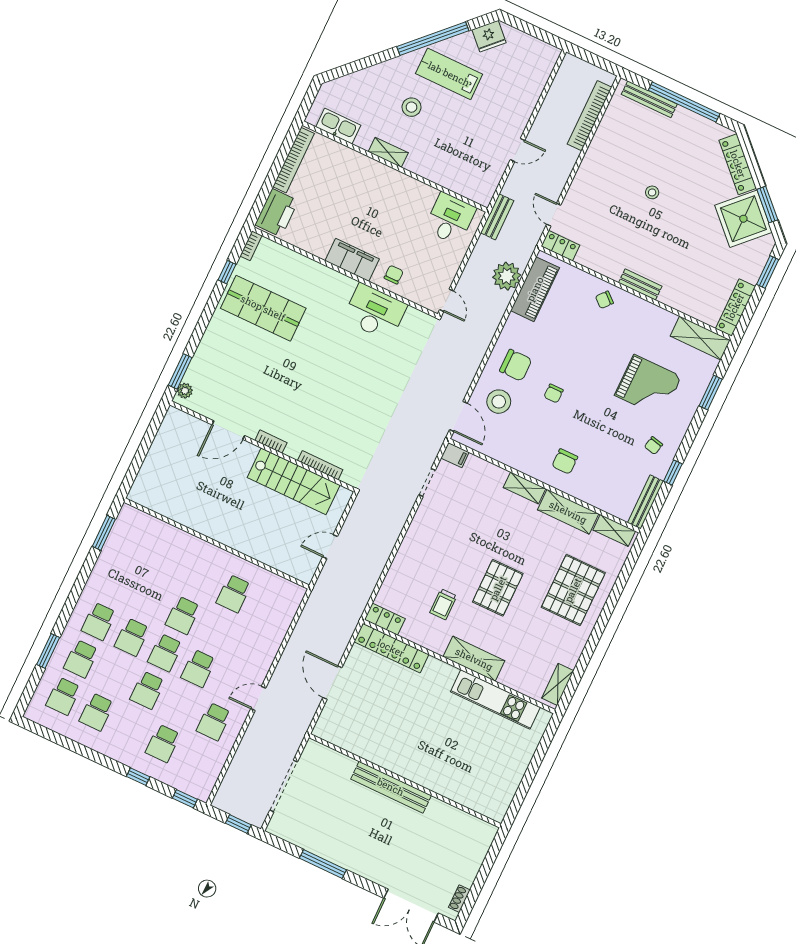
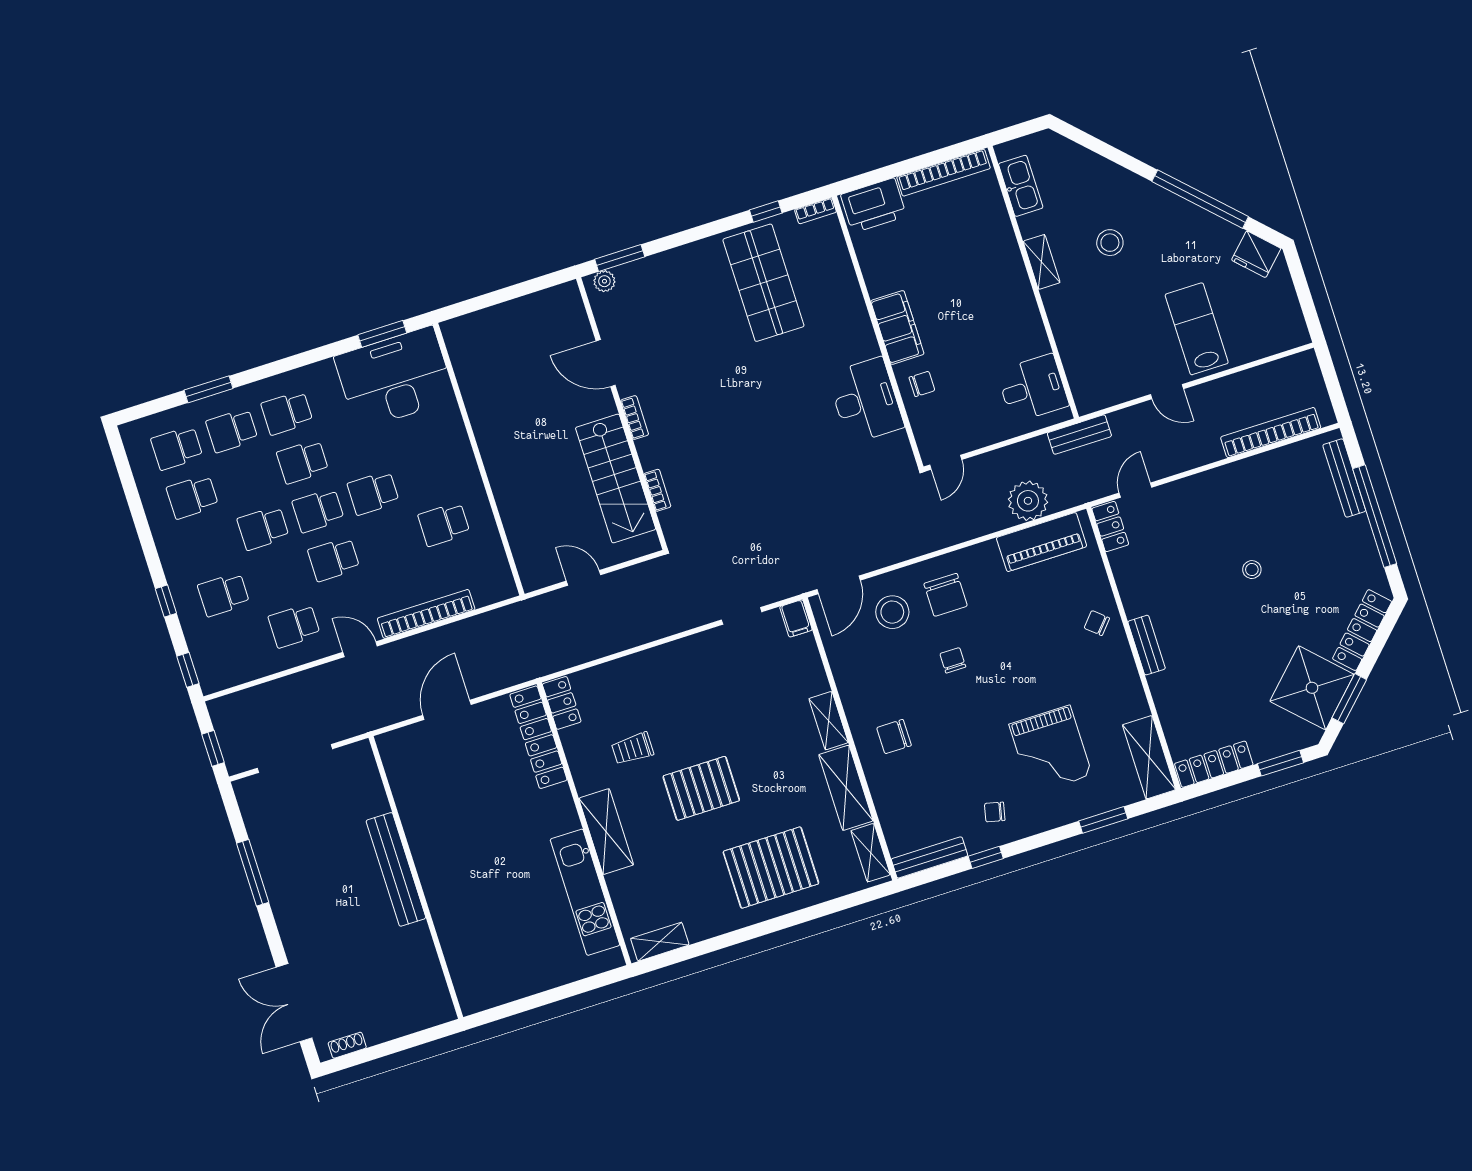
lab bench: (449, 74) -> (1197, 329), moved
chair: (554, 393) -> (953, 660), turned 90
bookcase: (320, 465) -> (657, 490), width x0.64
desk: (133, 548) -> (395, 378), added
bookcase: (272, 647) -> (426, 614), added

